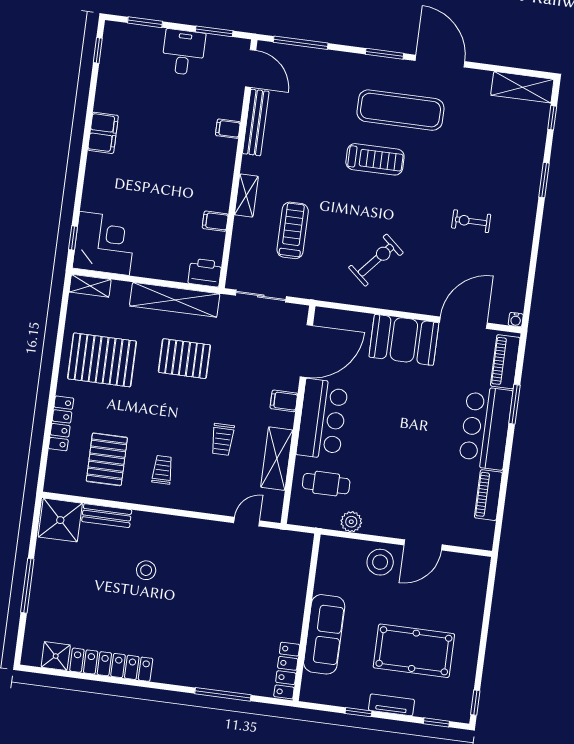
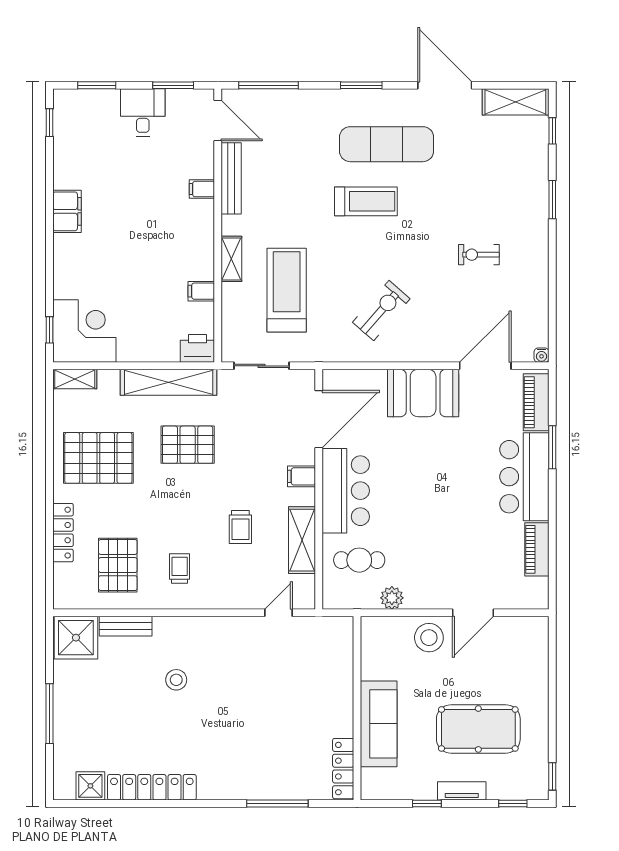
door: (440, 61) -> (445, 85), moved
treadmill: (293, 230) -> (287, 290), width x1.37, depth x1.38

